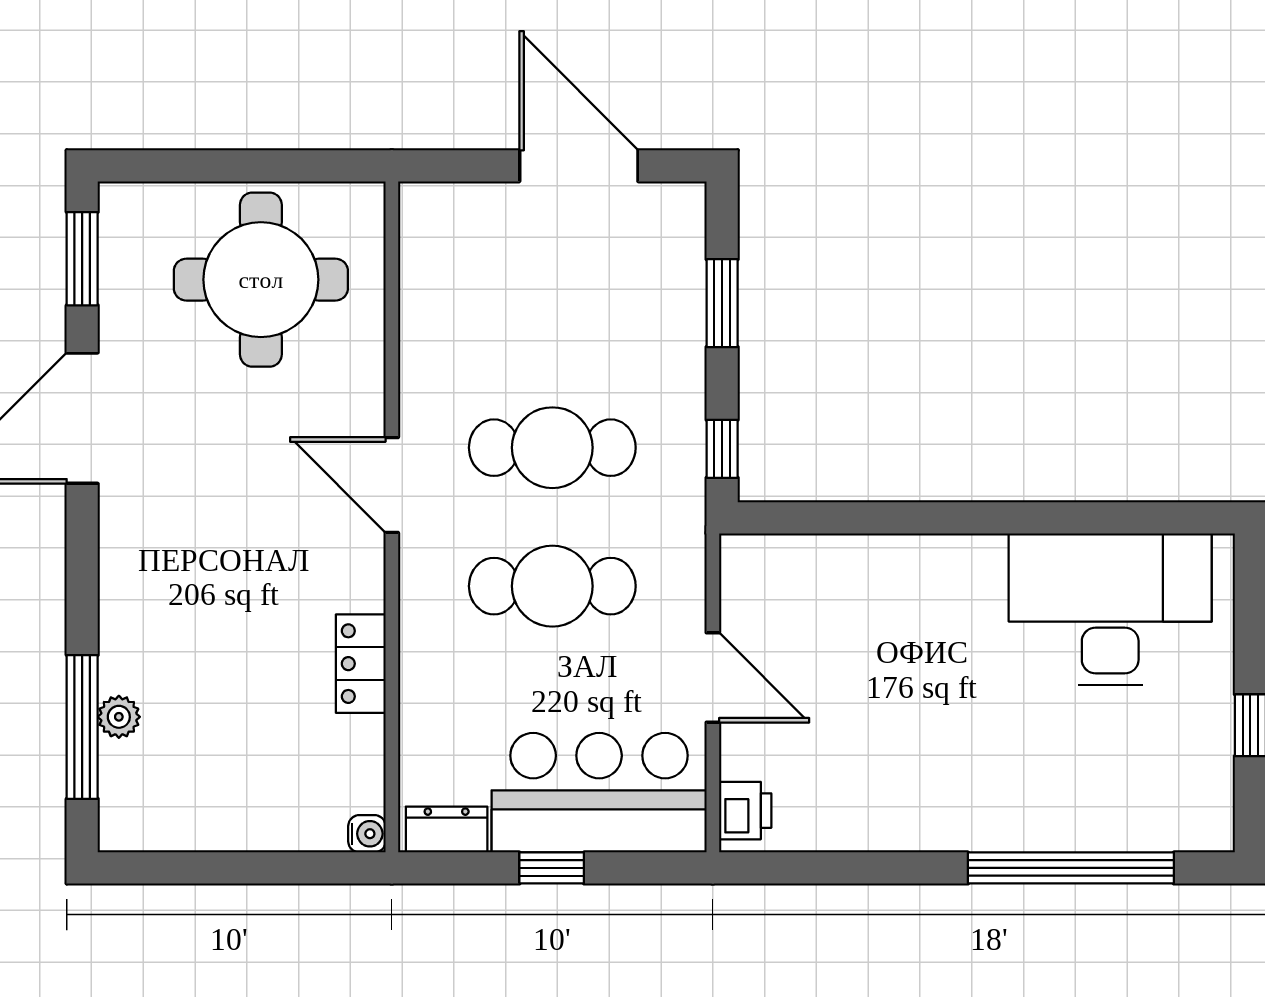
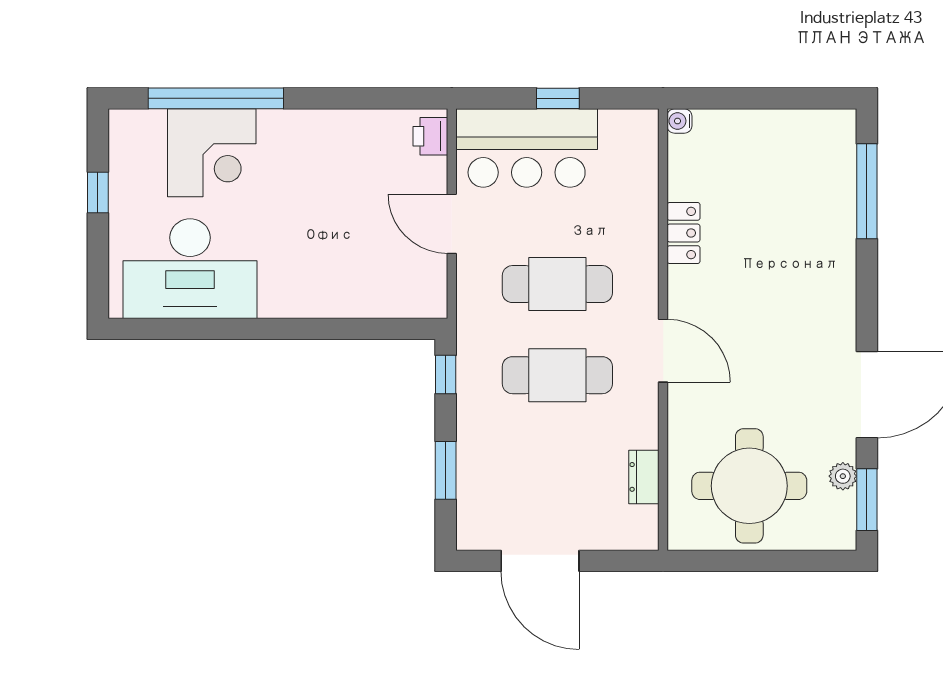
plant: (119, 717) -> (843, 476), moved
corner desk: (1077, 785) -> (212, 153), added
dresser: (447, 829) -> (644, 477), moved, turned 90

